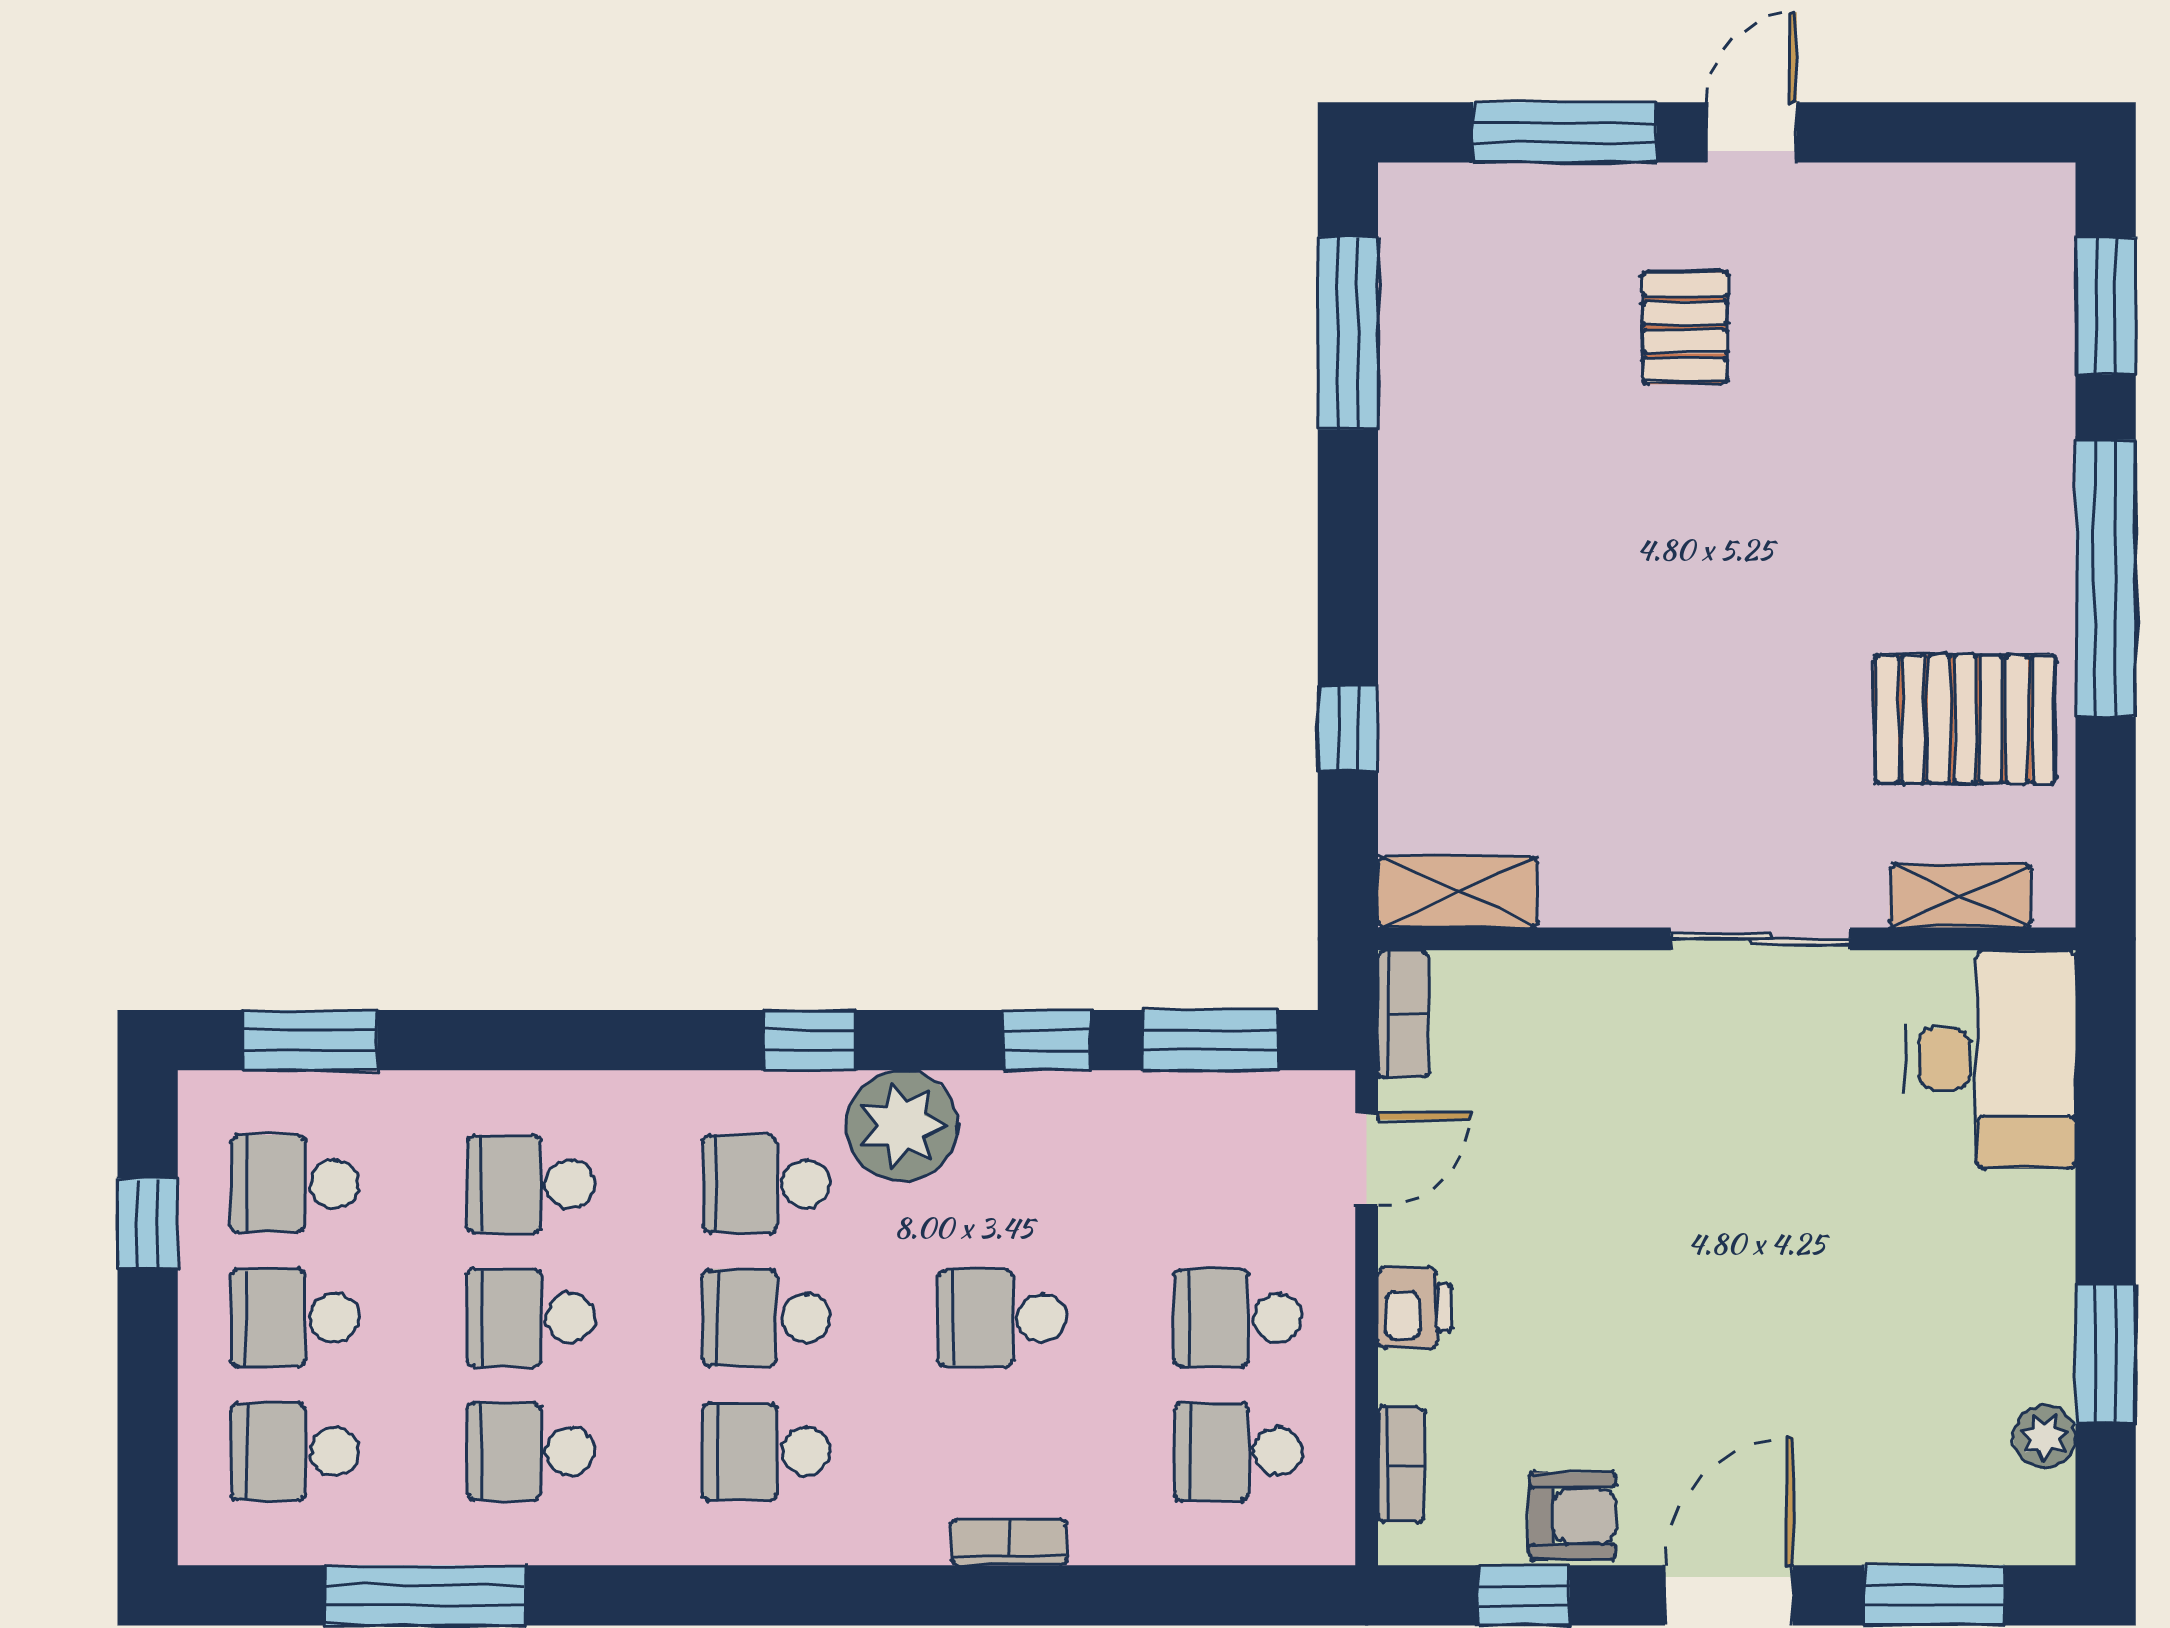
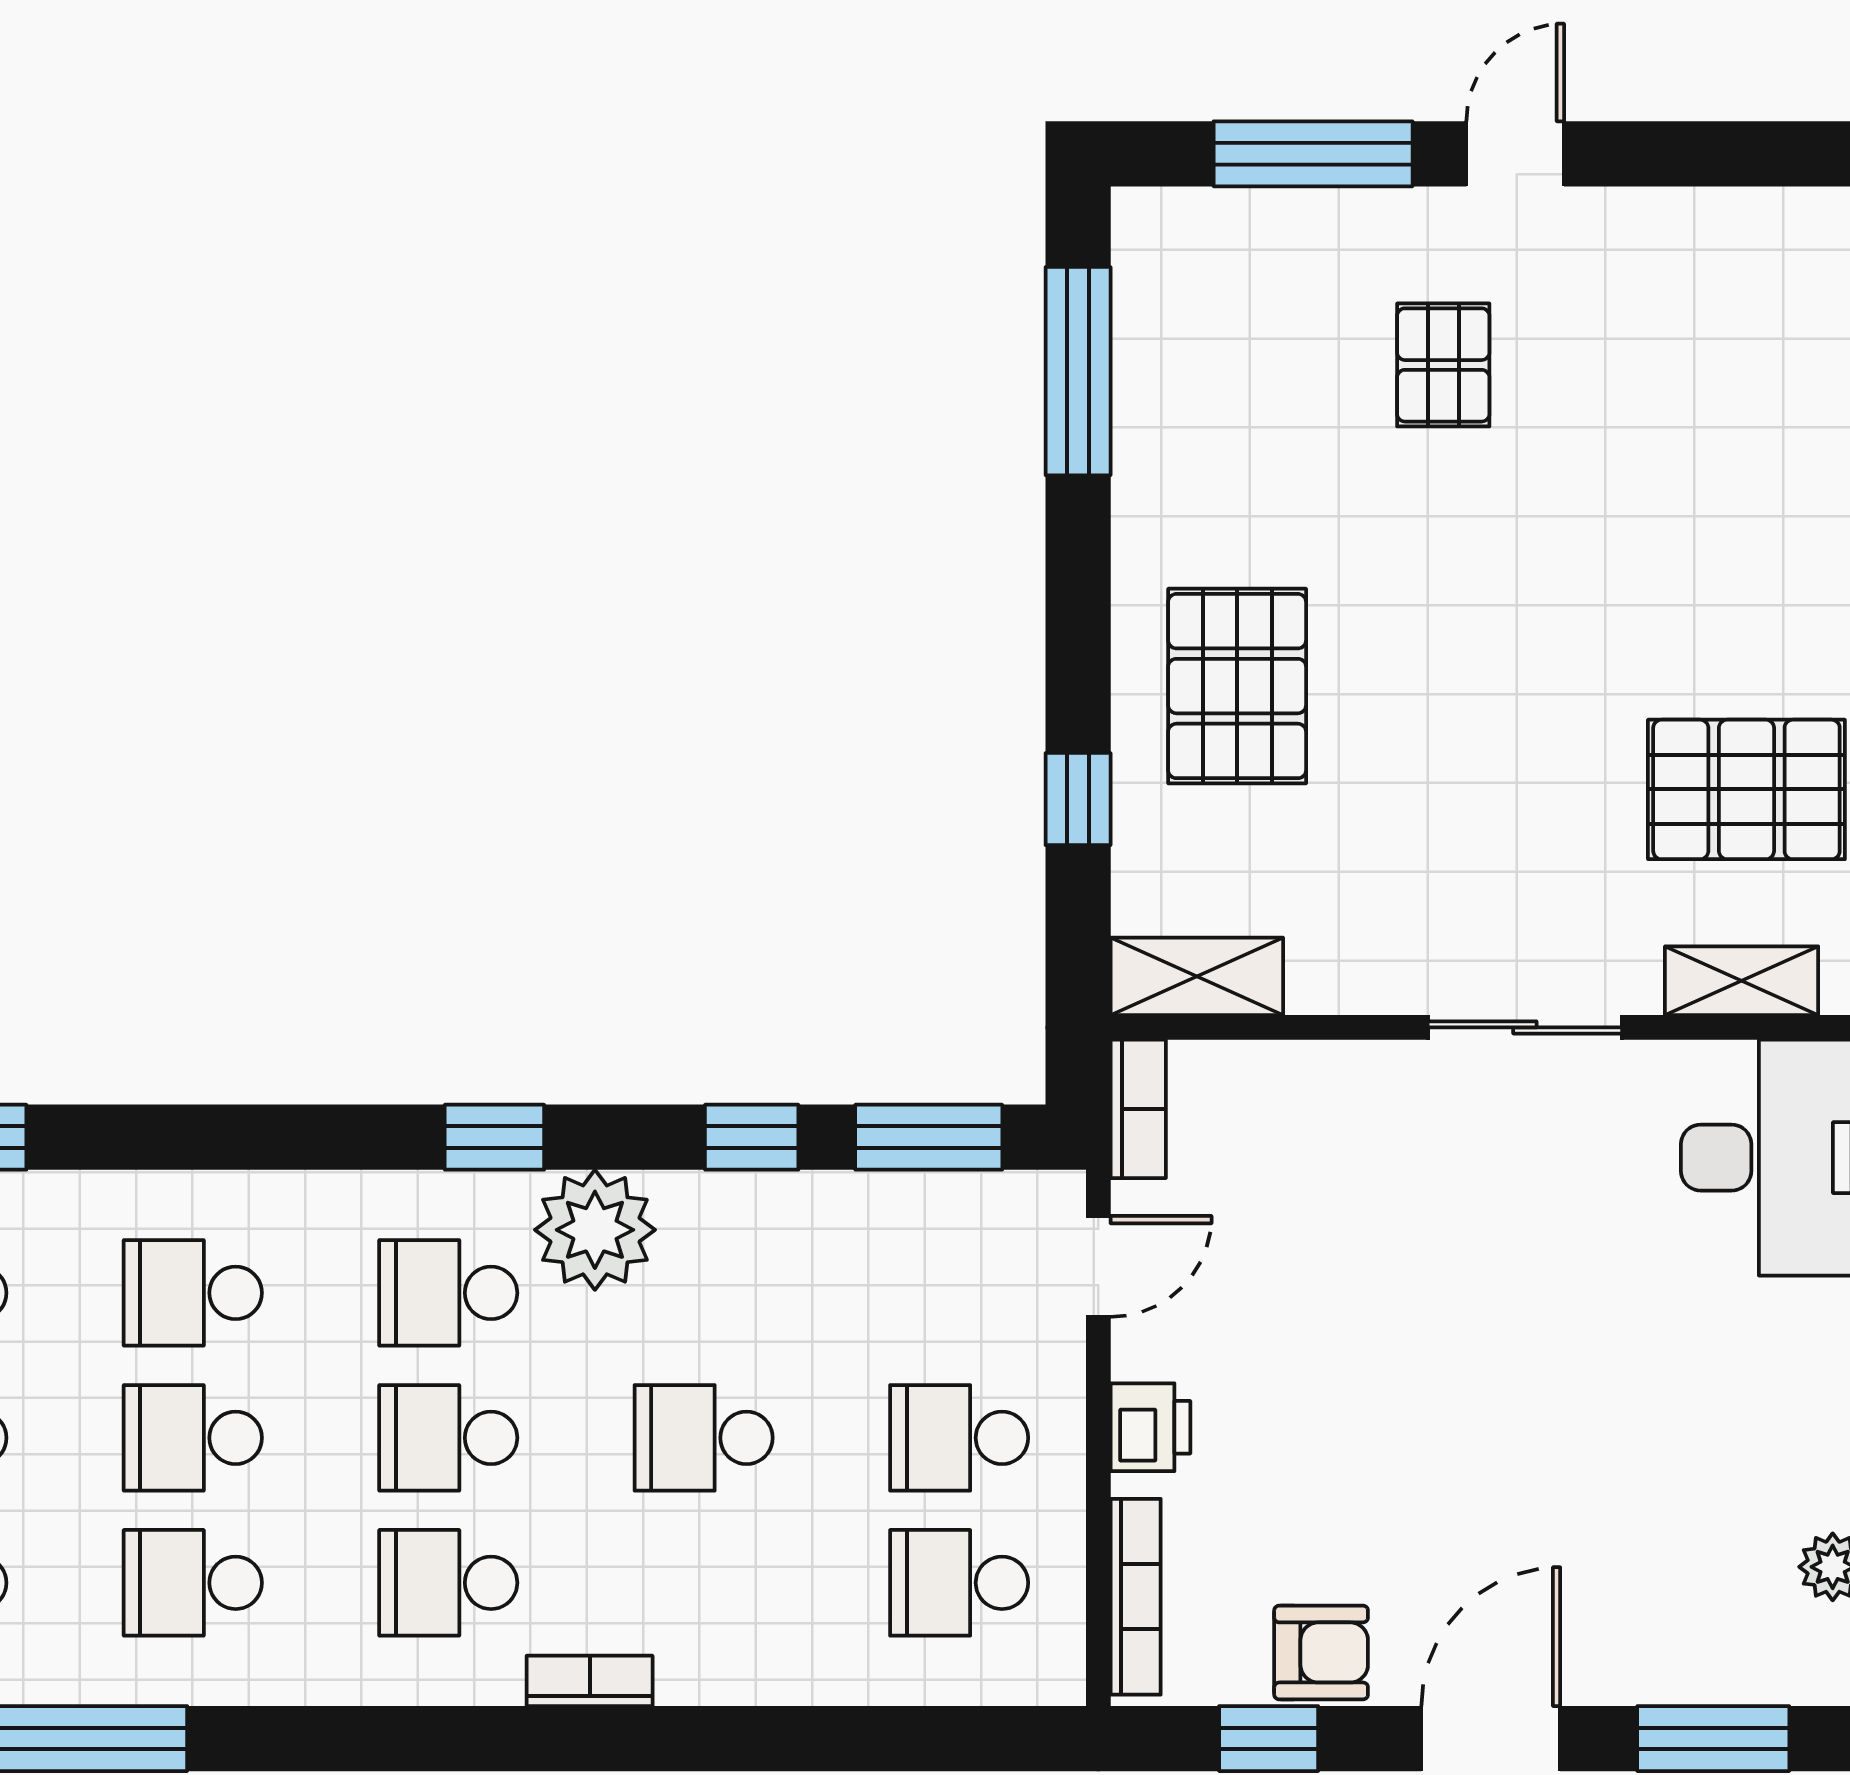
pallet: (1495, 624) -> (1237, 686), added
bookcase: (1401, 1464) -> (1136, 1597), width x1.56
bookcase: (1009, 1542) -> (590, 1681), moved

